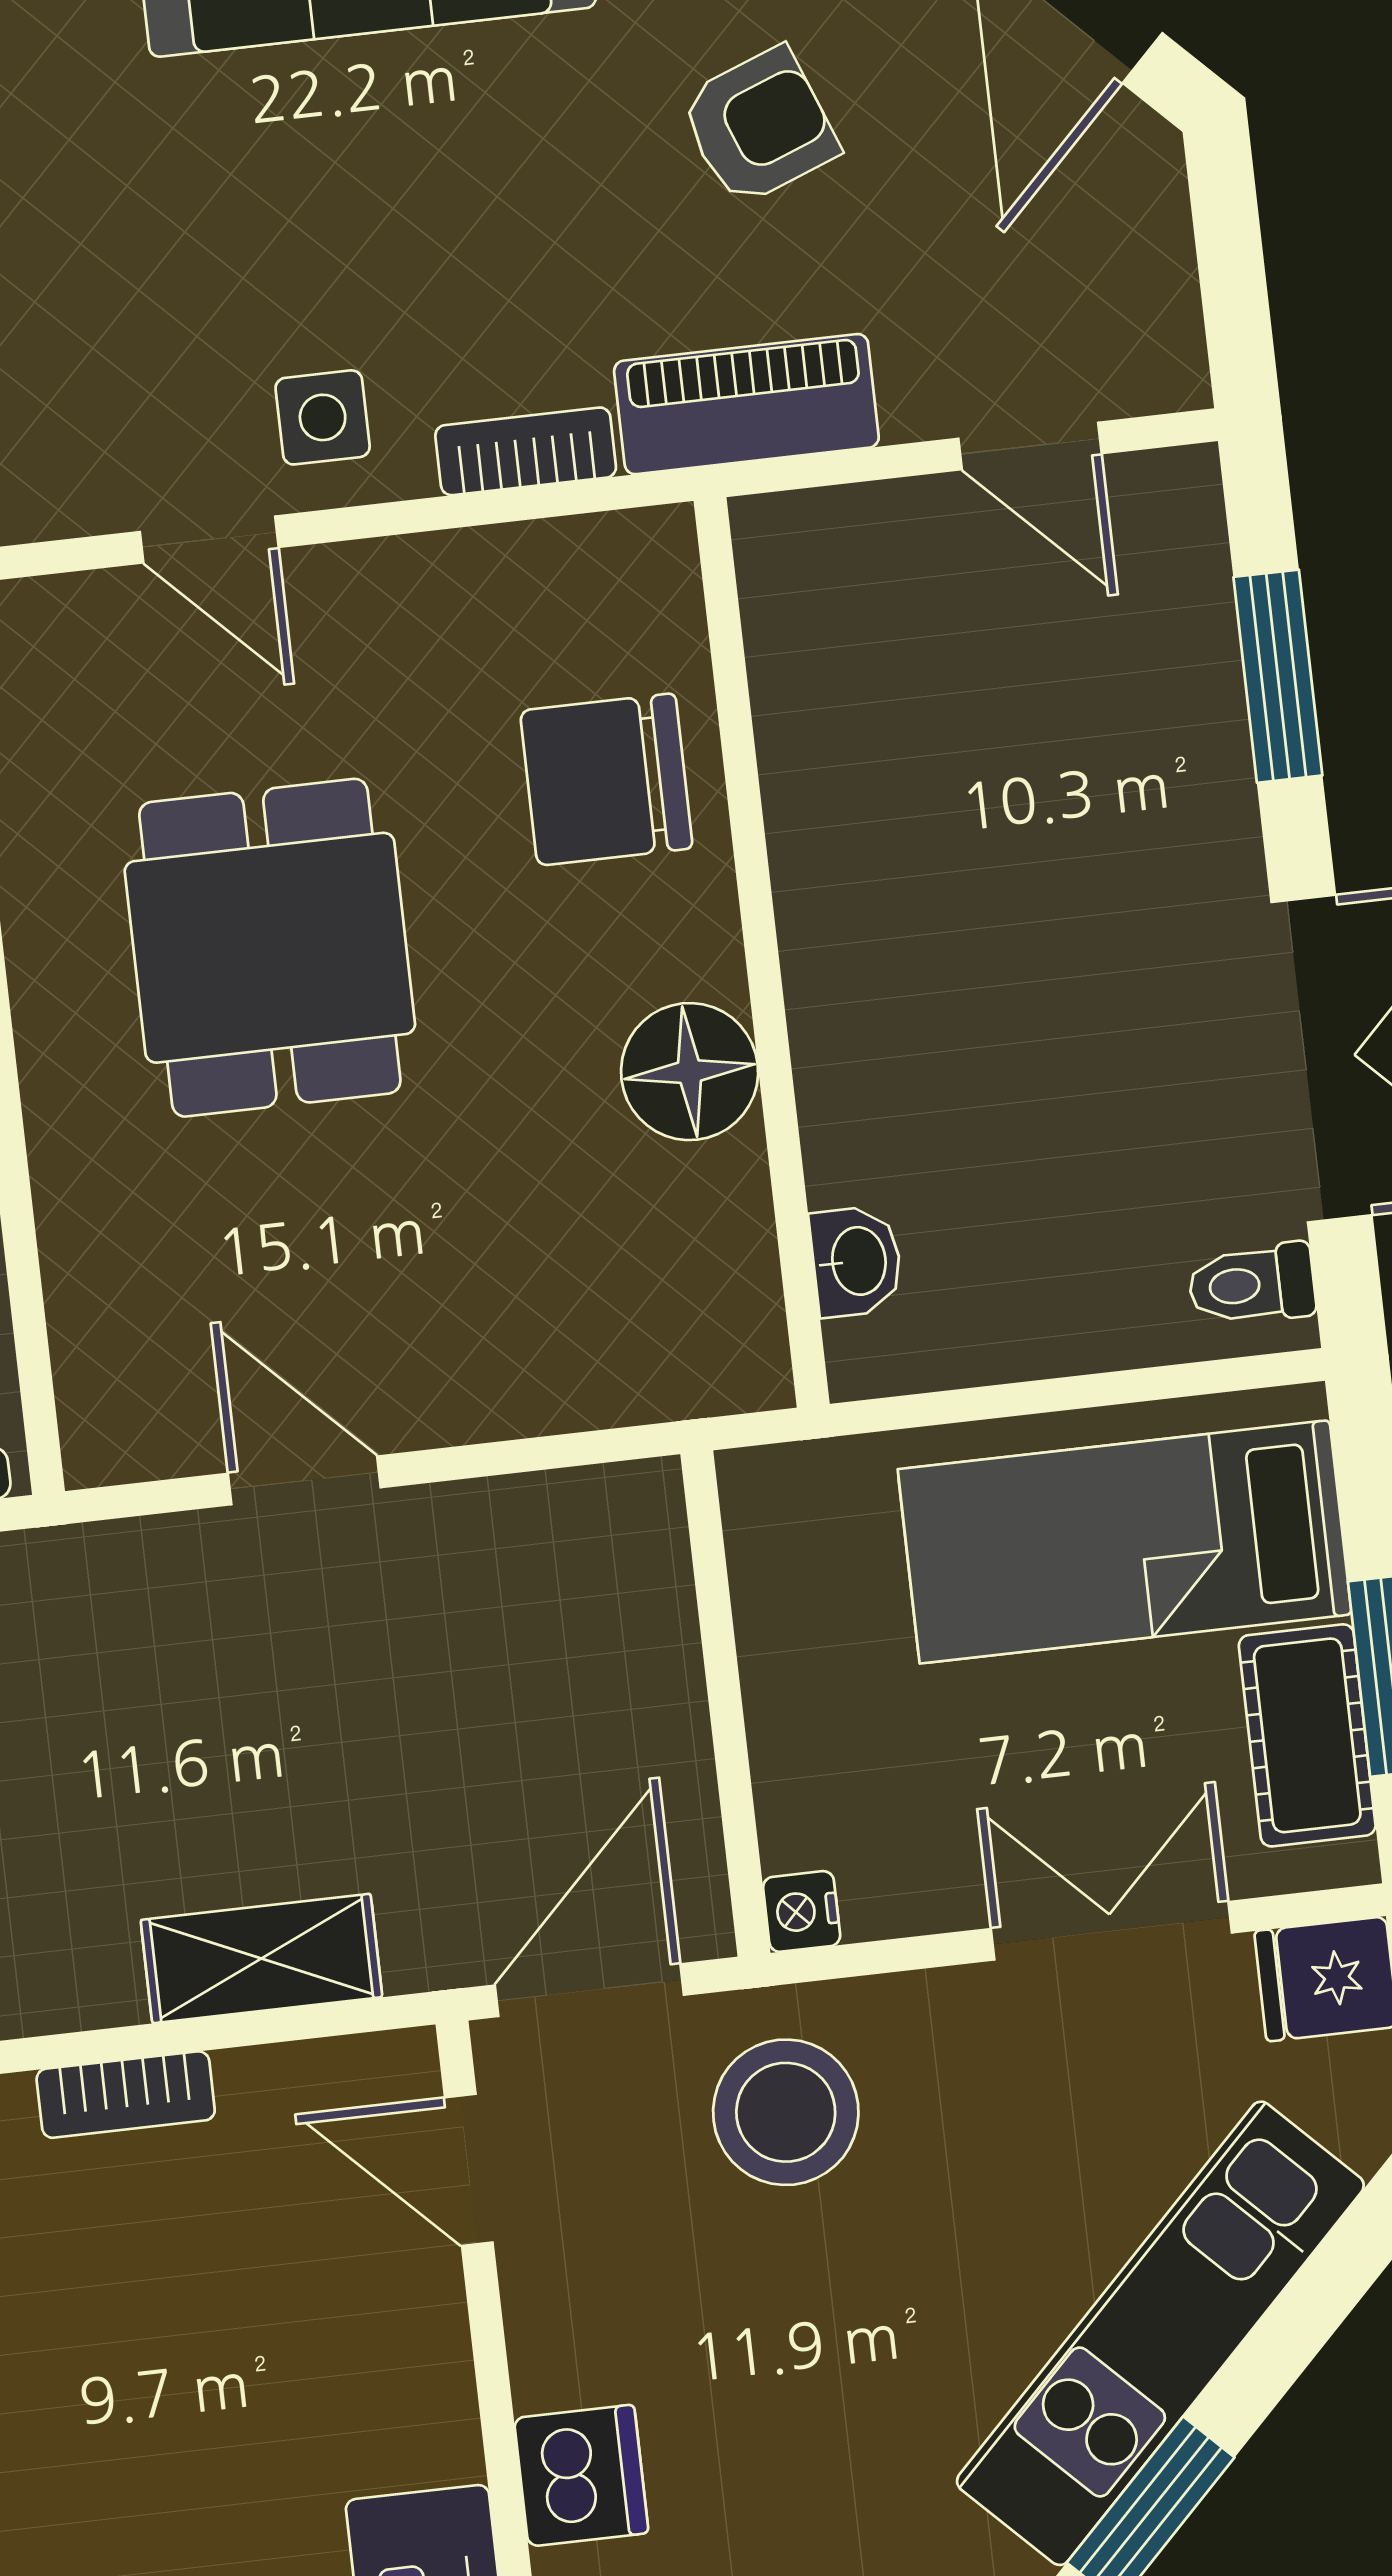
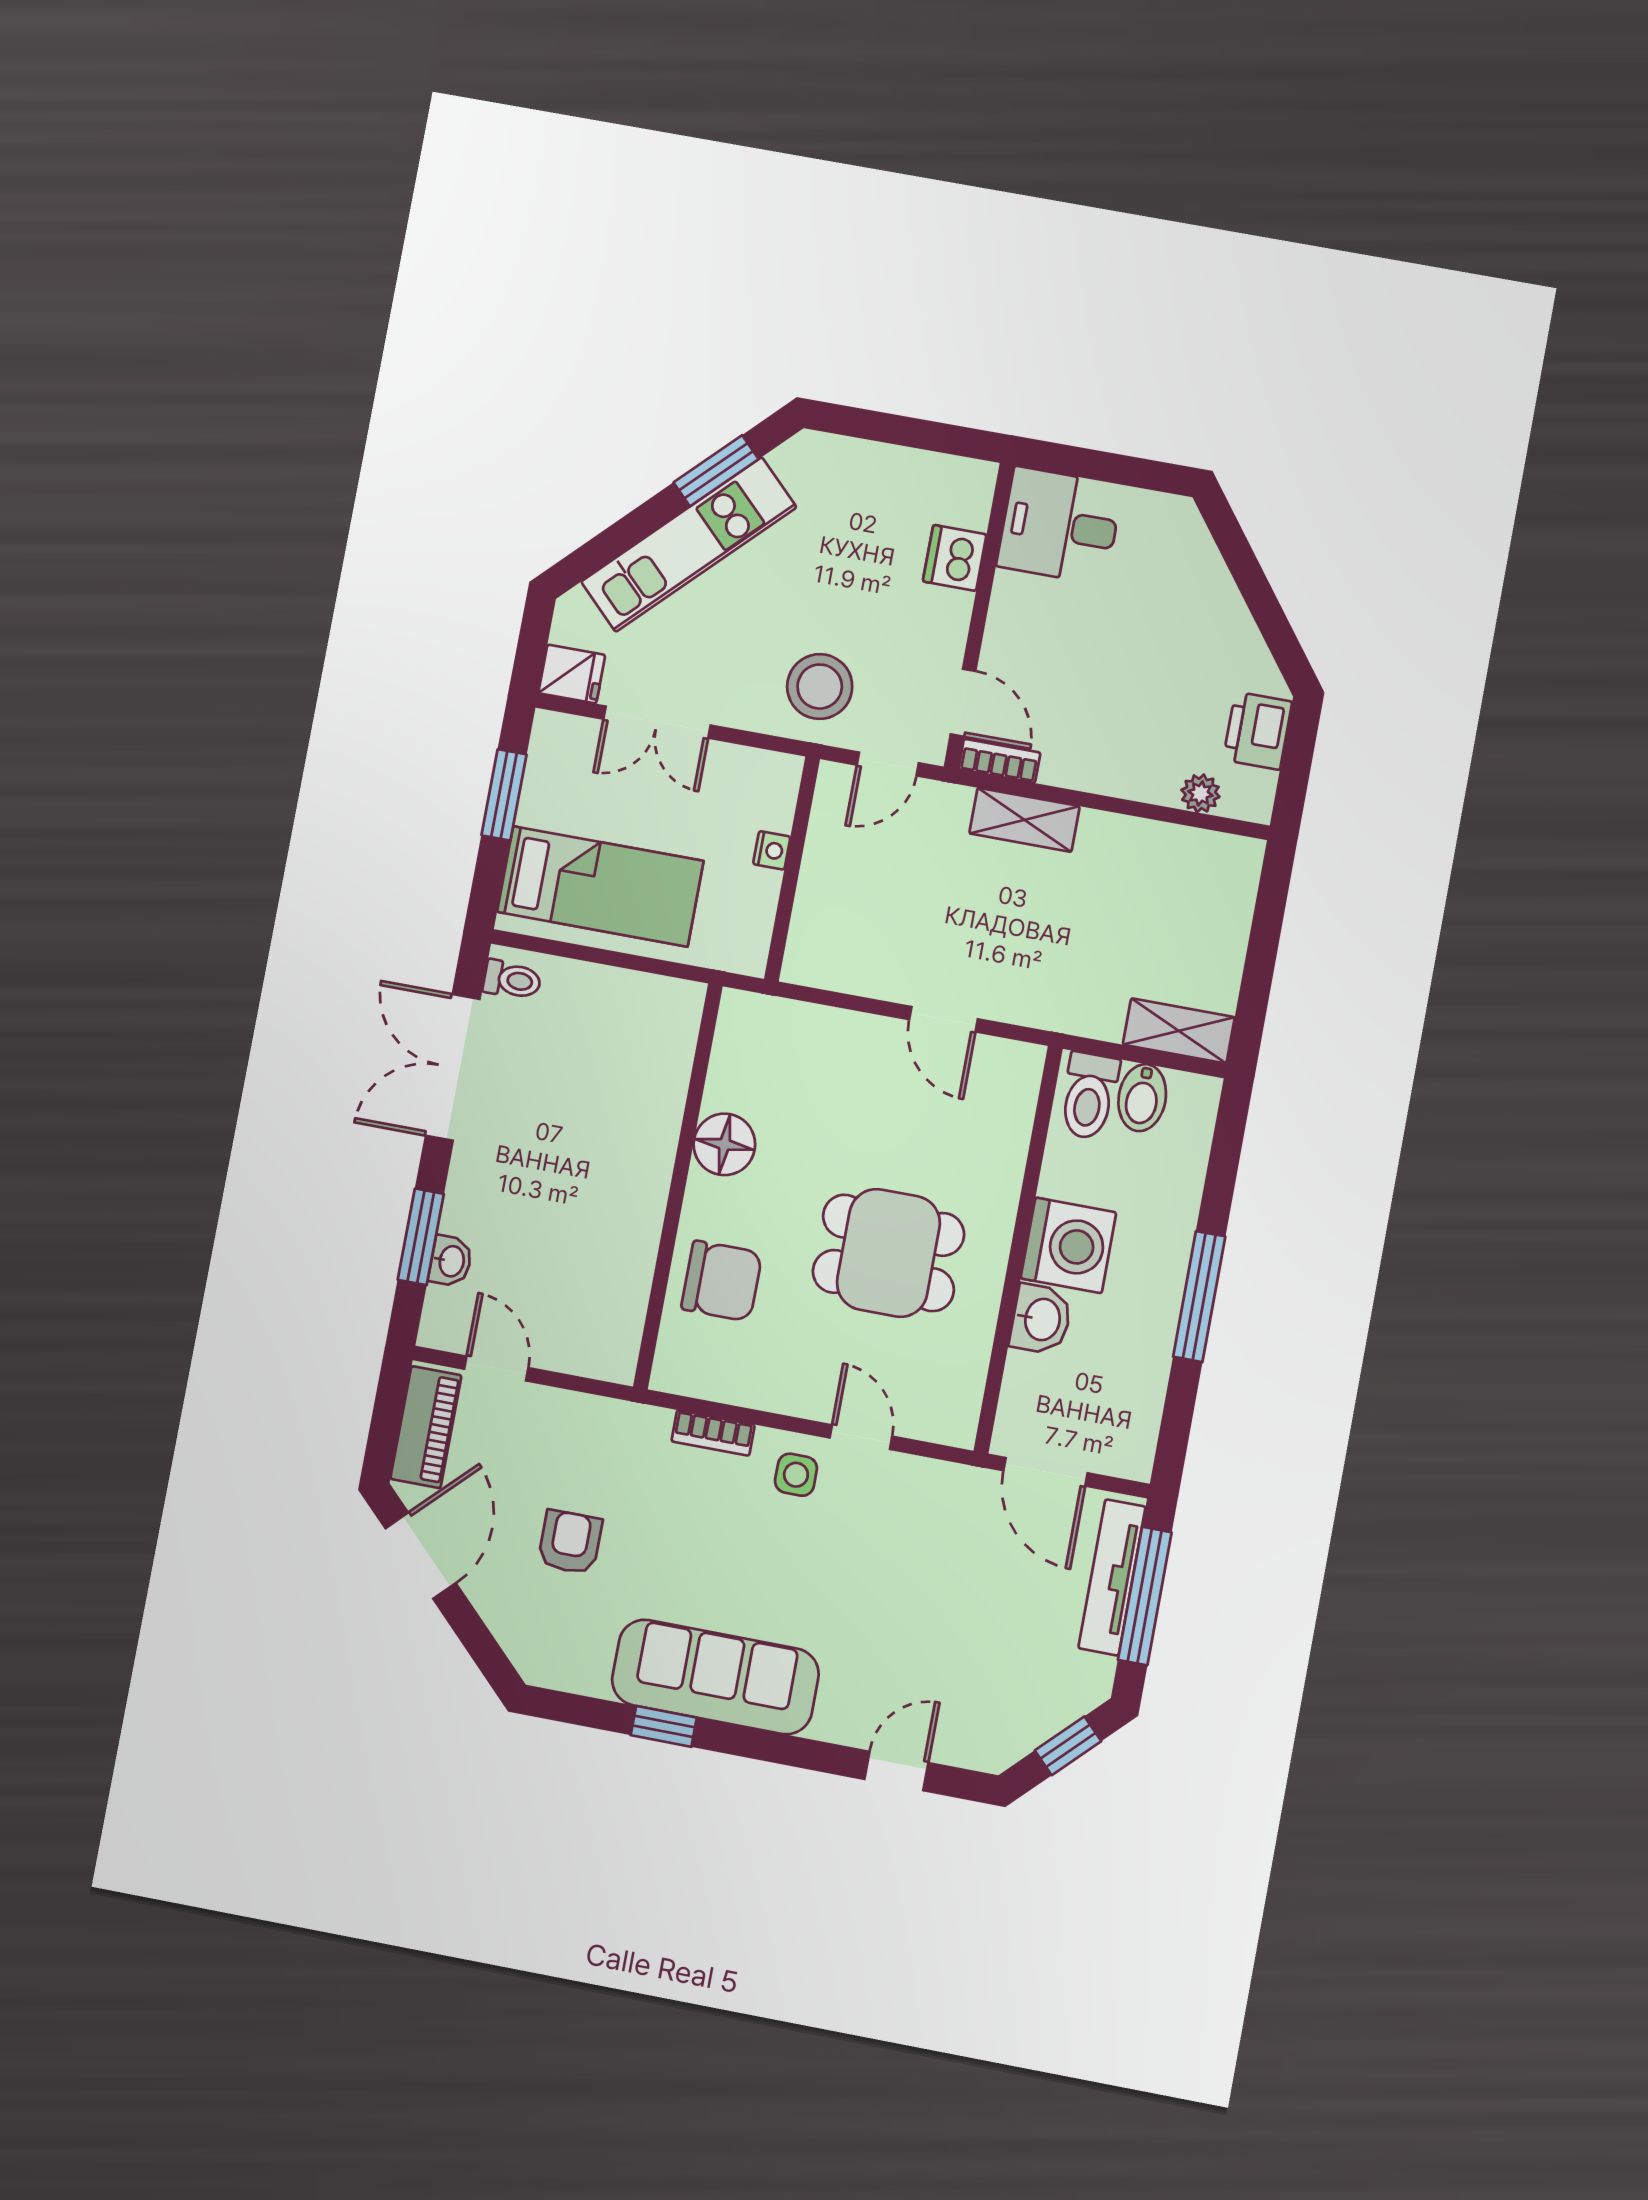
armchair: (759, 126) -> (570, 1542), turned 111
piano: (746, 404) -> (426, 1427), moved, turned -90
dining table: (270, 948) -> (888, 1253), turned 90
washbasin: (856, 1261) -> (451, 1261), moved, turned 180
cot: (1307, 1735) -> (548, 780), removed
nightstand: (802, 1911) -> (772, 850), moved
door: (589, 1990) -> (888, 764), width x0.73
bookcase: (126, 2095) -> (999, 761), moved

